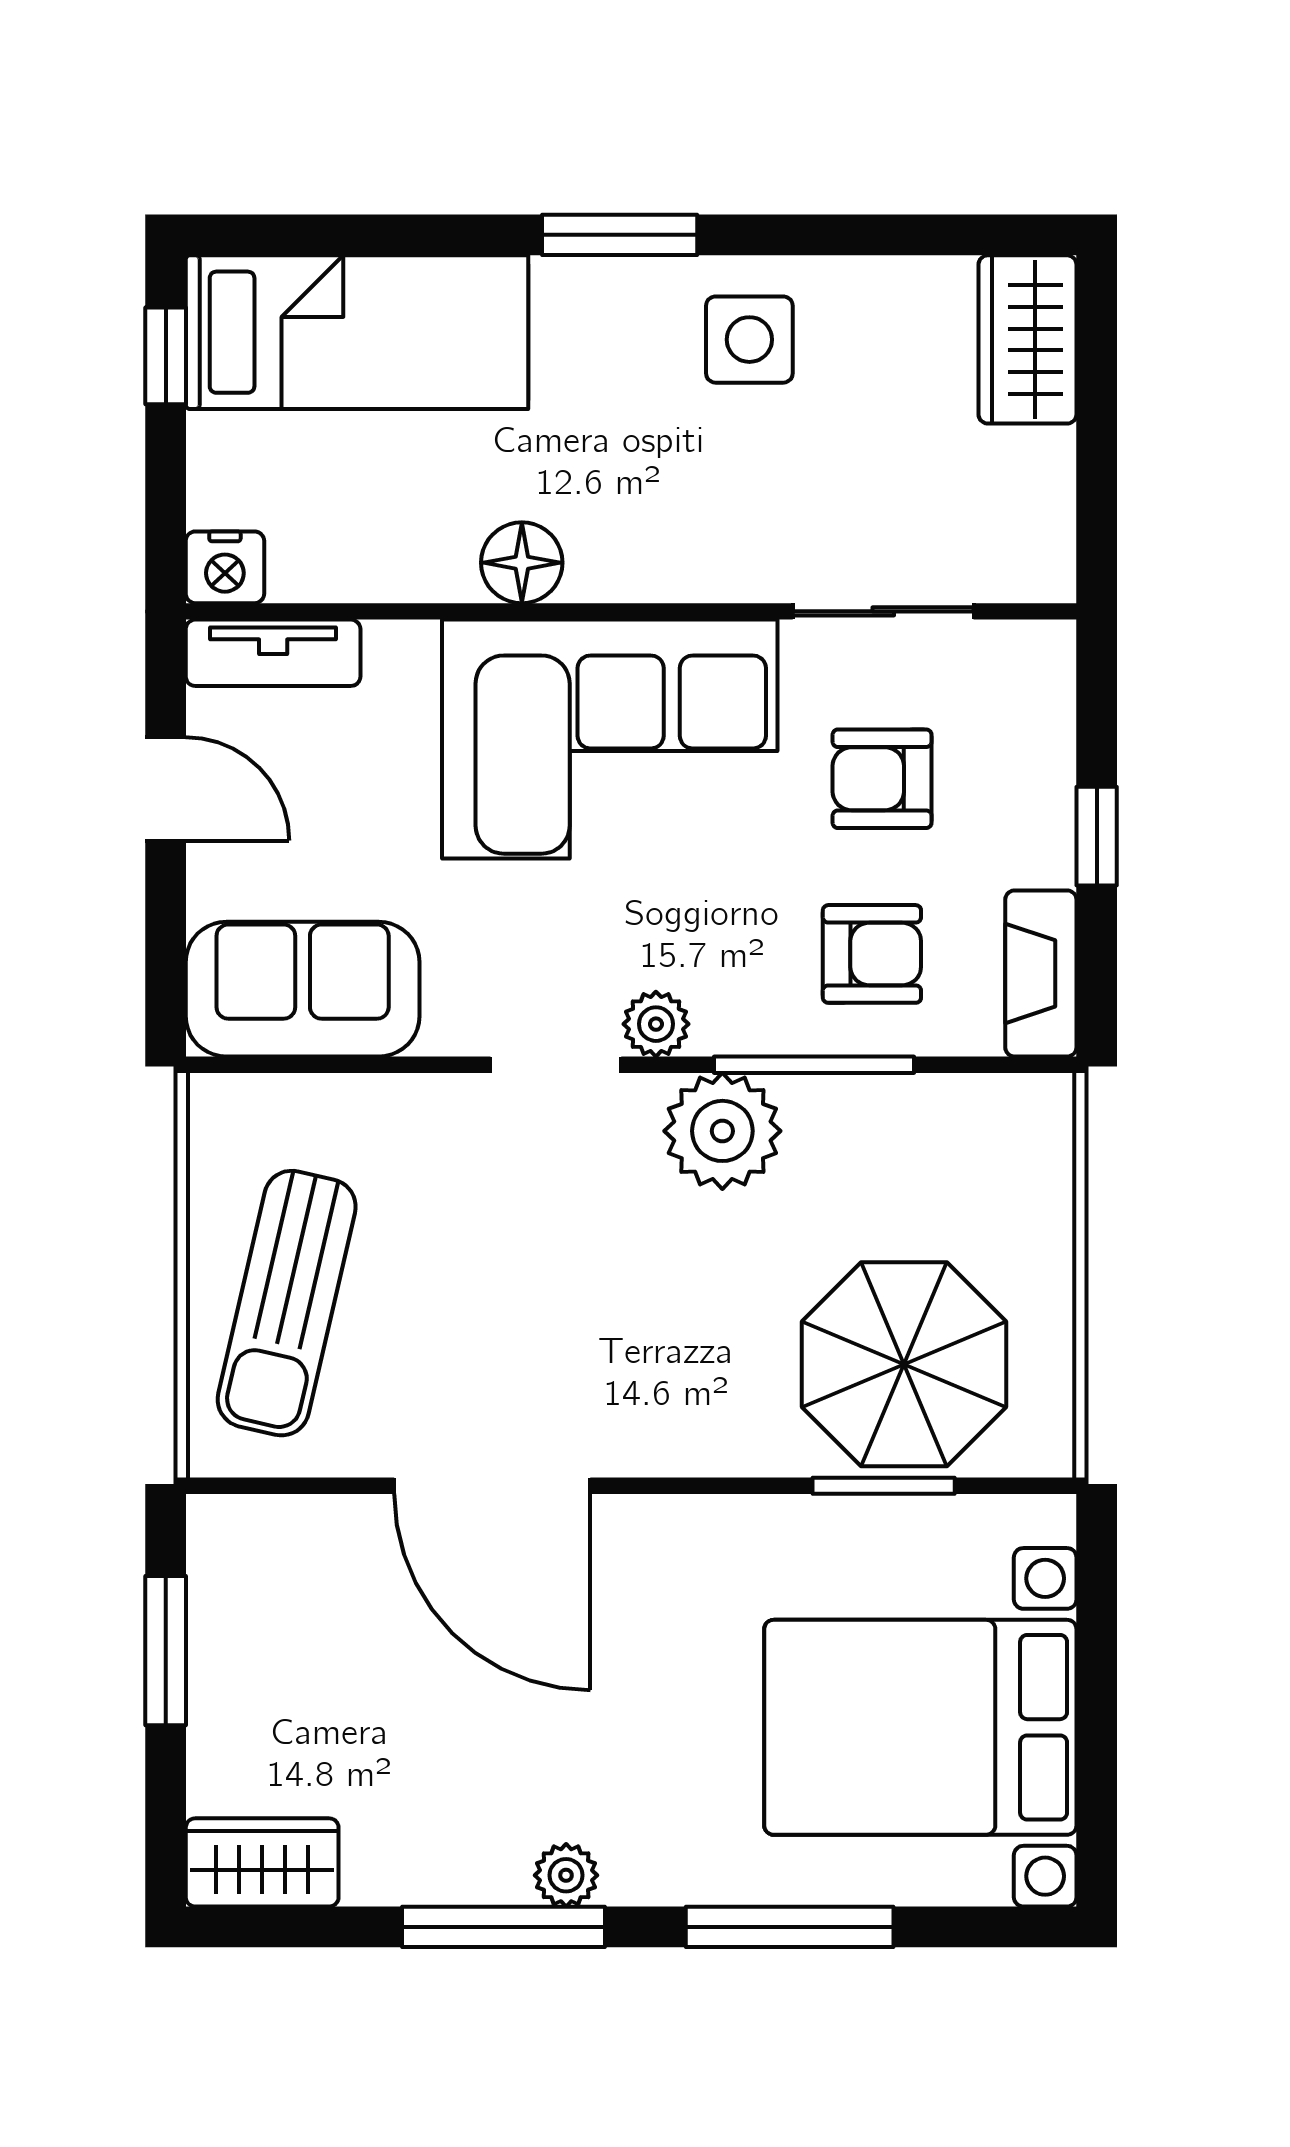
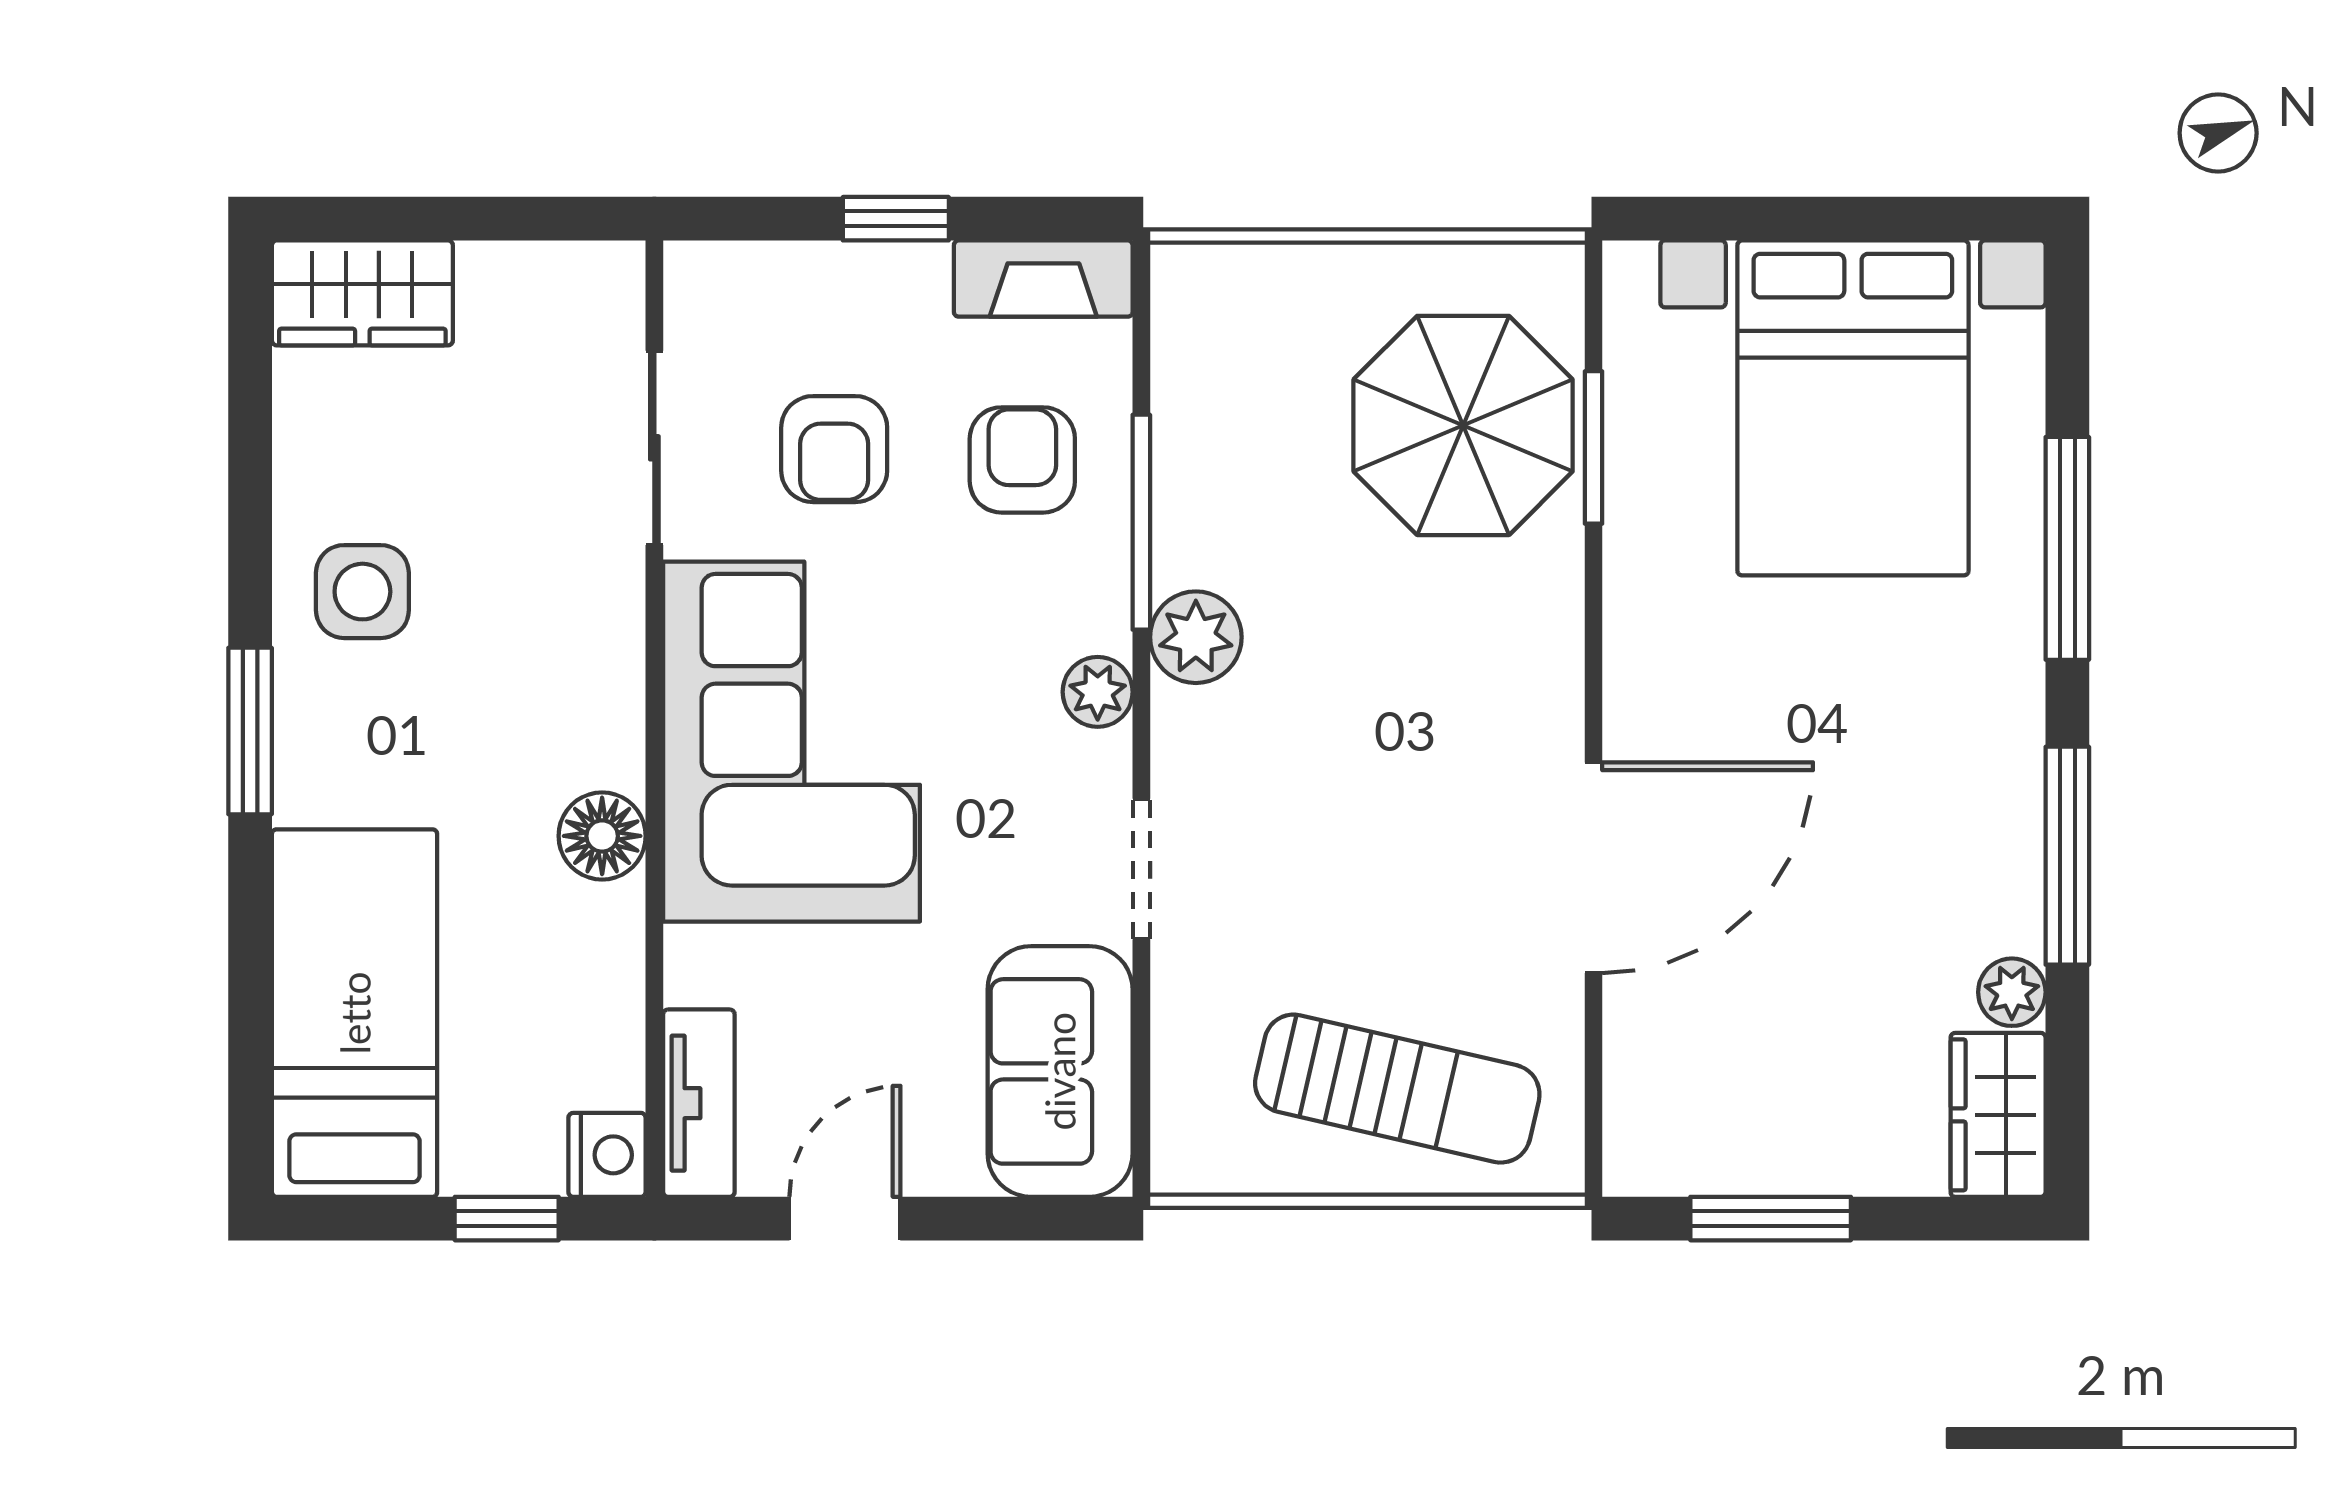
window: (166, 356) -> (507, 1219), moved
doorway: (556, 1065) -> (1141, 869), moved
plant: (722, 1131) -> (1196, 637), width x0.73, depth x0.73
plant: (566, 1875) -> (2012, 992), moved

